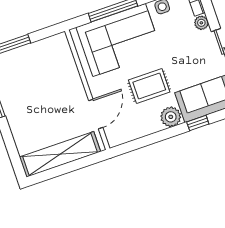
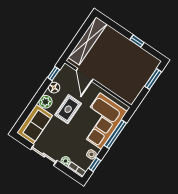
window: (198, 123) -> (54, 74), moved
floor lamp: (146, 127) -> (54, 88), added

